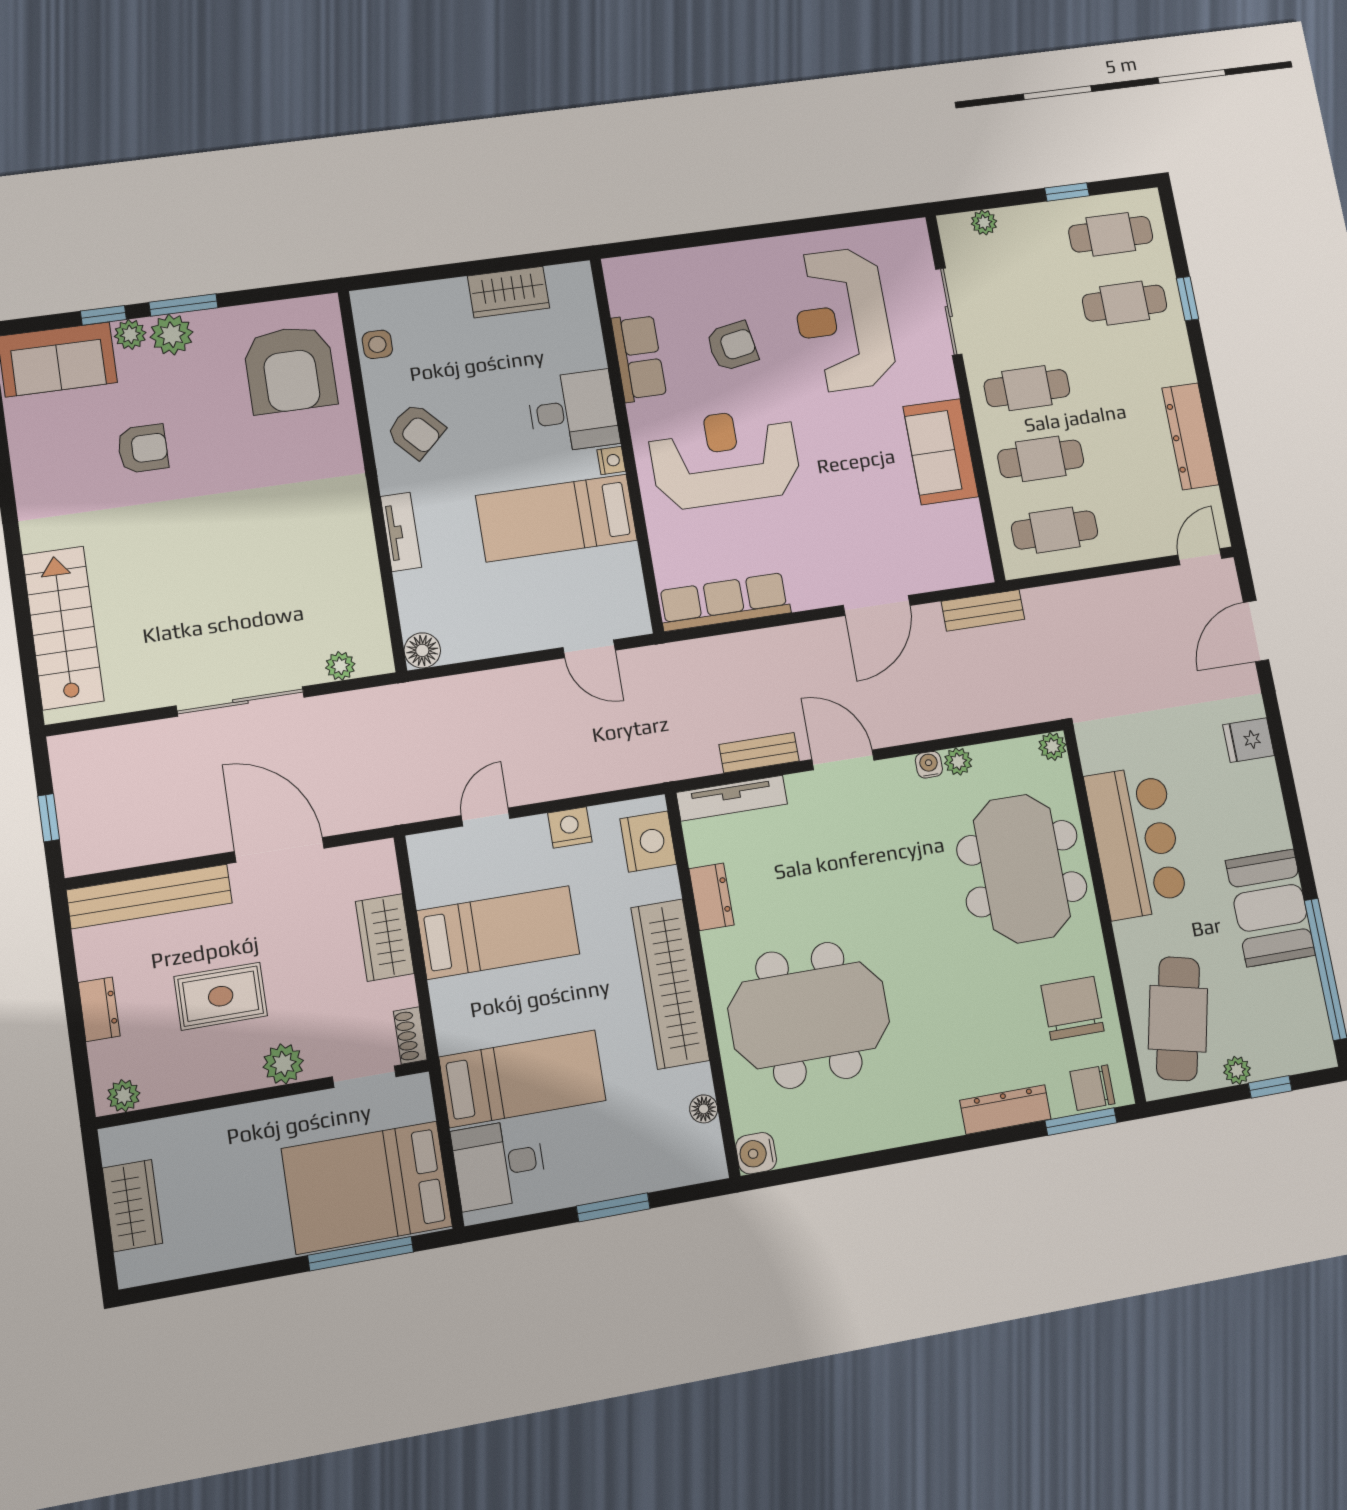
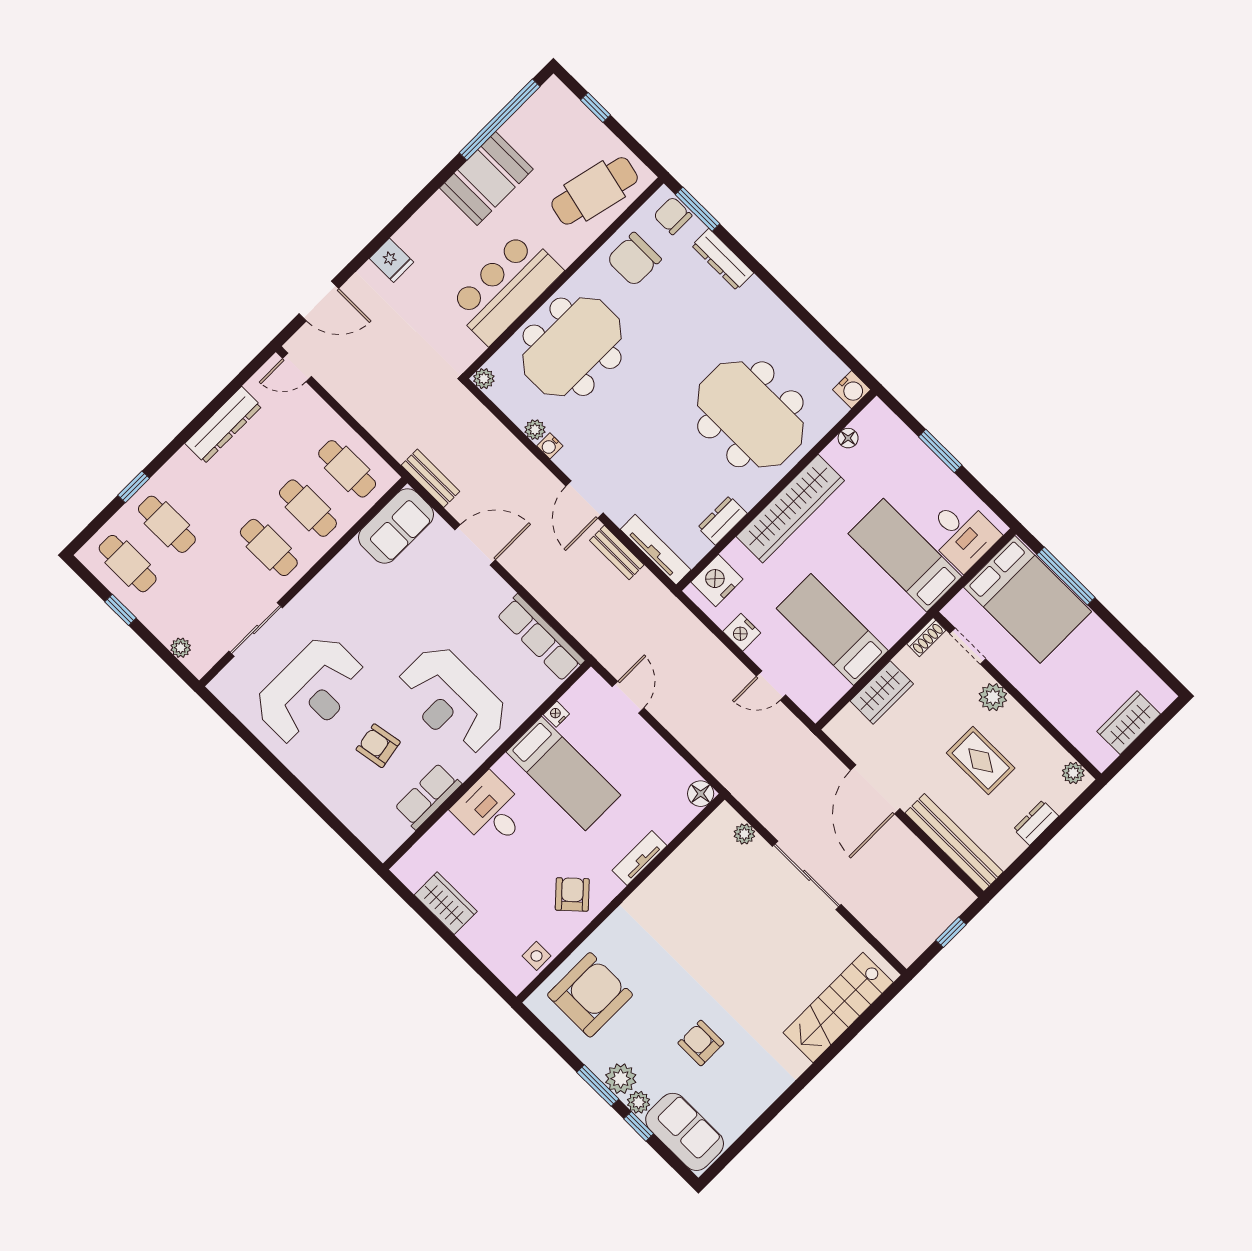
sofa: (941, 452) -> (396, 526), moved
nightstand: (611, 460) -> (556, 714), moved
plant: (1237, 1070) -> (600, 134), removed
chair: (1092, 1088) -> (673, 216), turned 180

